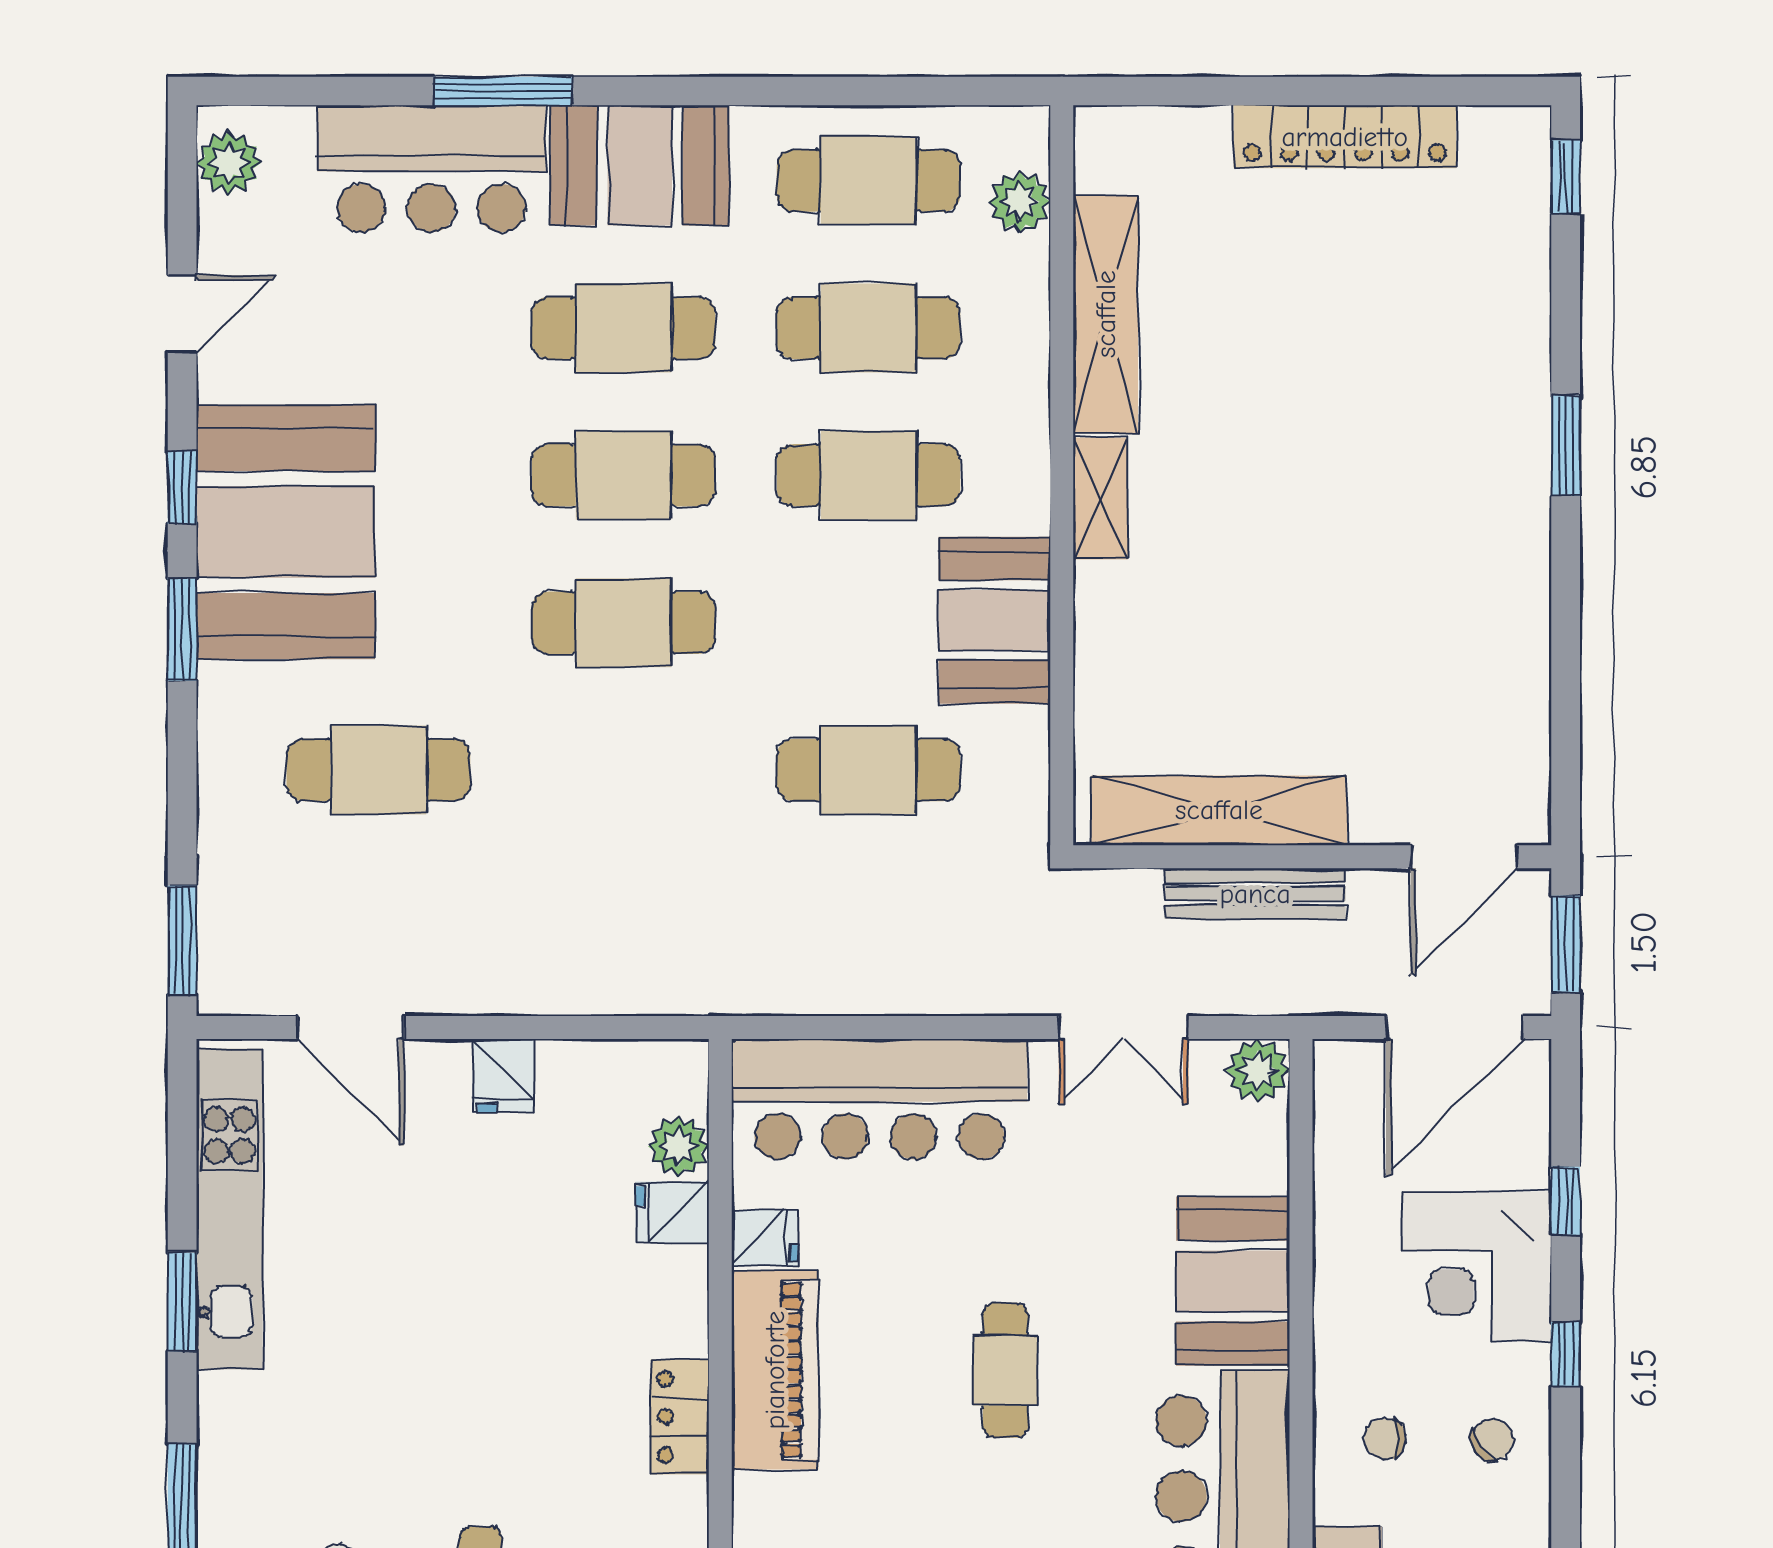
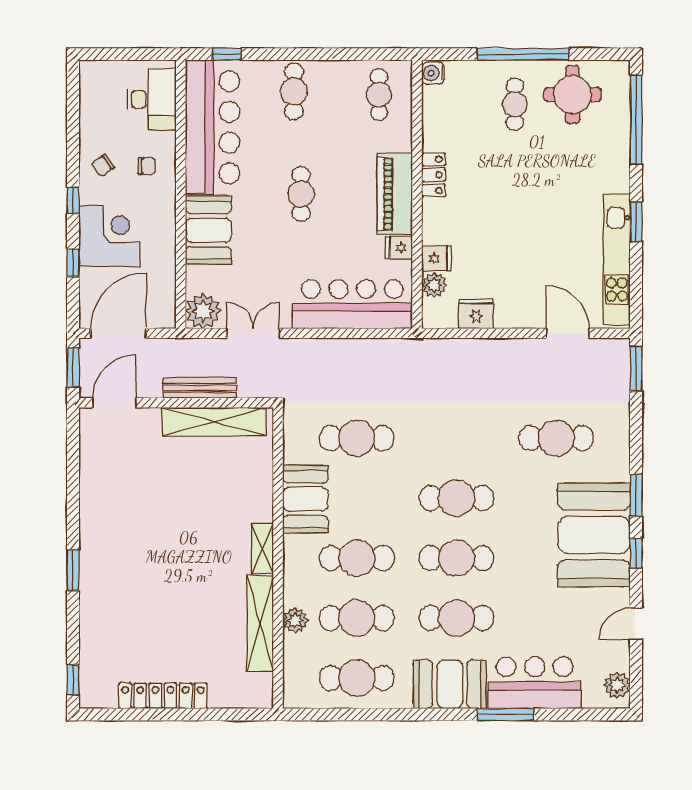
plant: (1020, 202) -> (295, 620), moved
plant: (1258, 1071) -> (203, 311), width x1.36, depth x1.36
fridge: (503, 1076) -> (476, 314), moved, width x1.38

